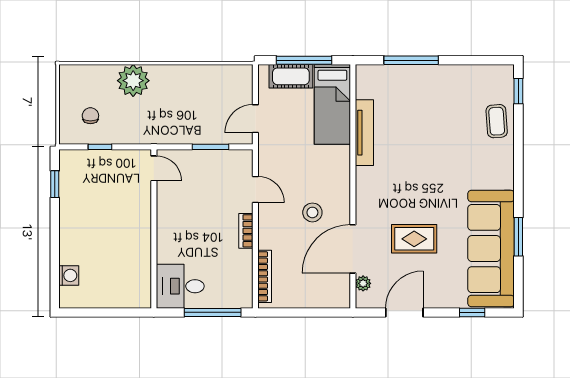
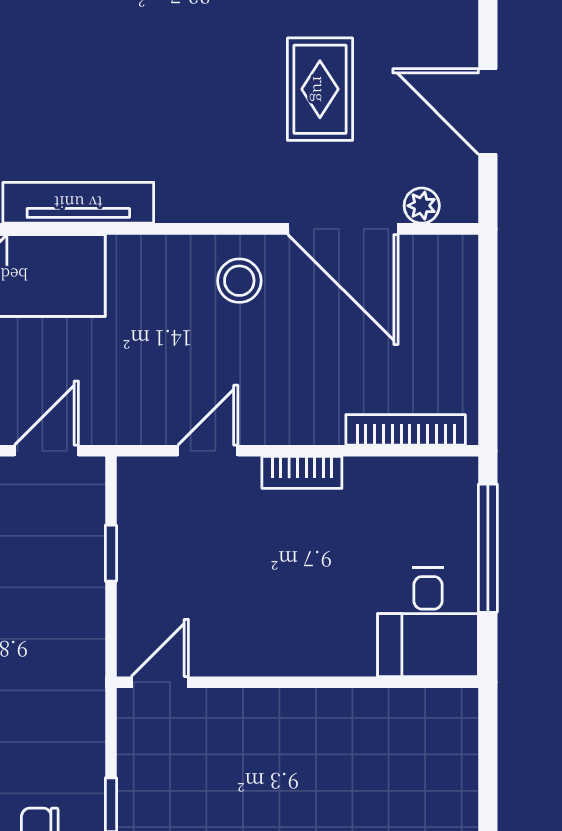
door: (255, 119) -> (46, 451), swing flipped
window: (211, 147) -> (111, 553), width x0.67
stool: (312, 212) -> (239, 281), moved

